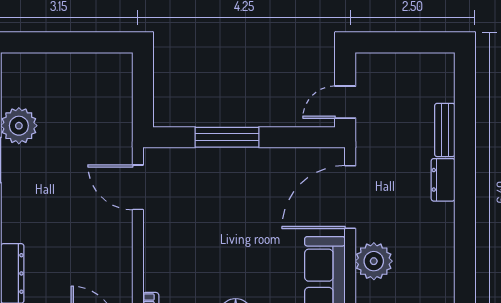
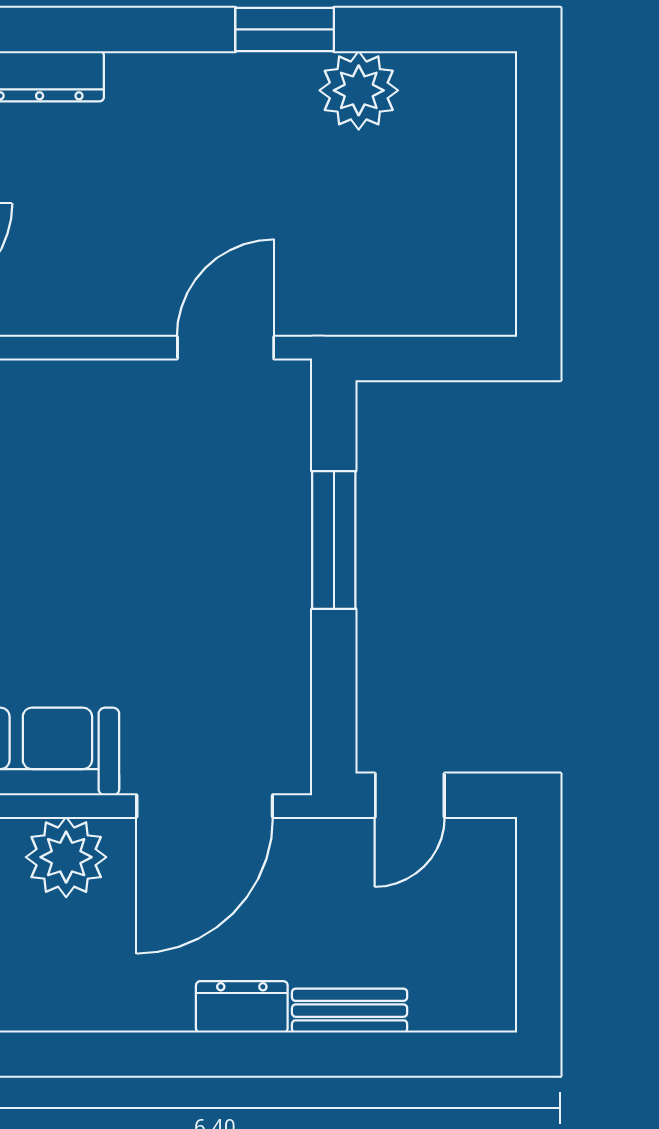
door: (345, 102) -> (410, 795), swing flipped
door: (350, 197) -> (205, 806), swing flipped

